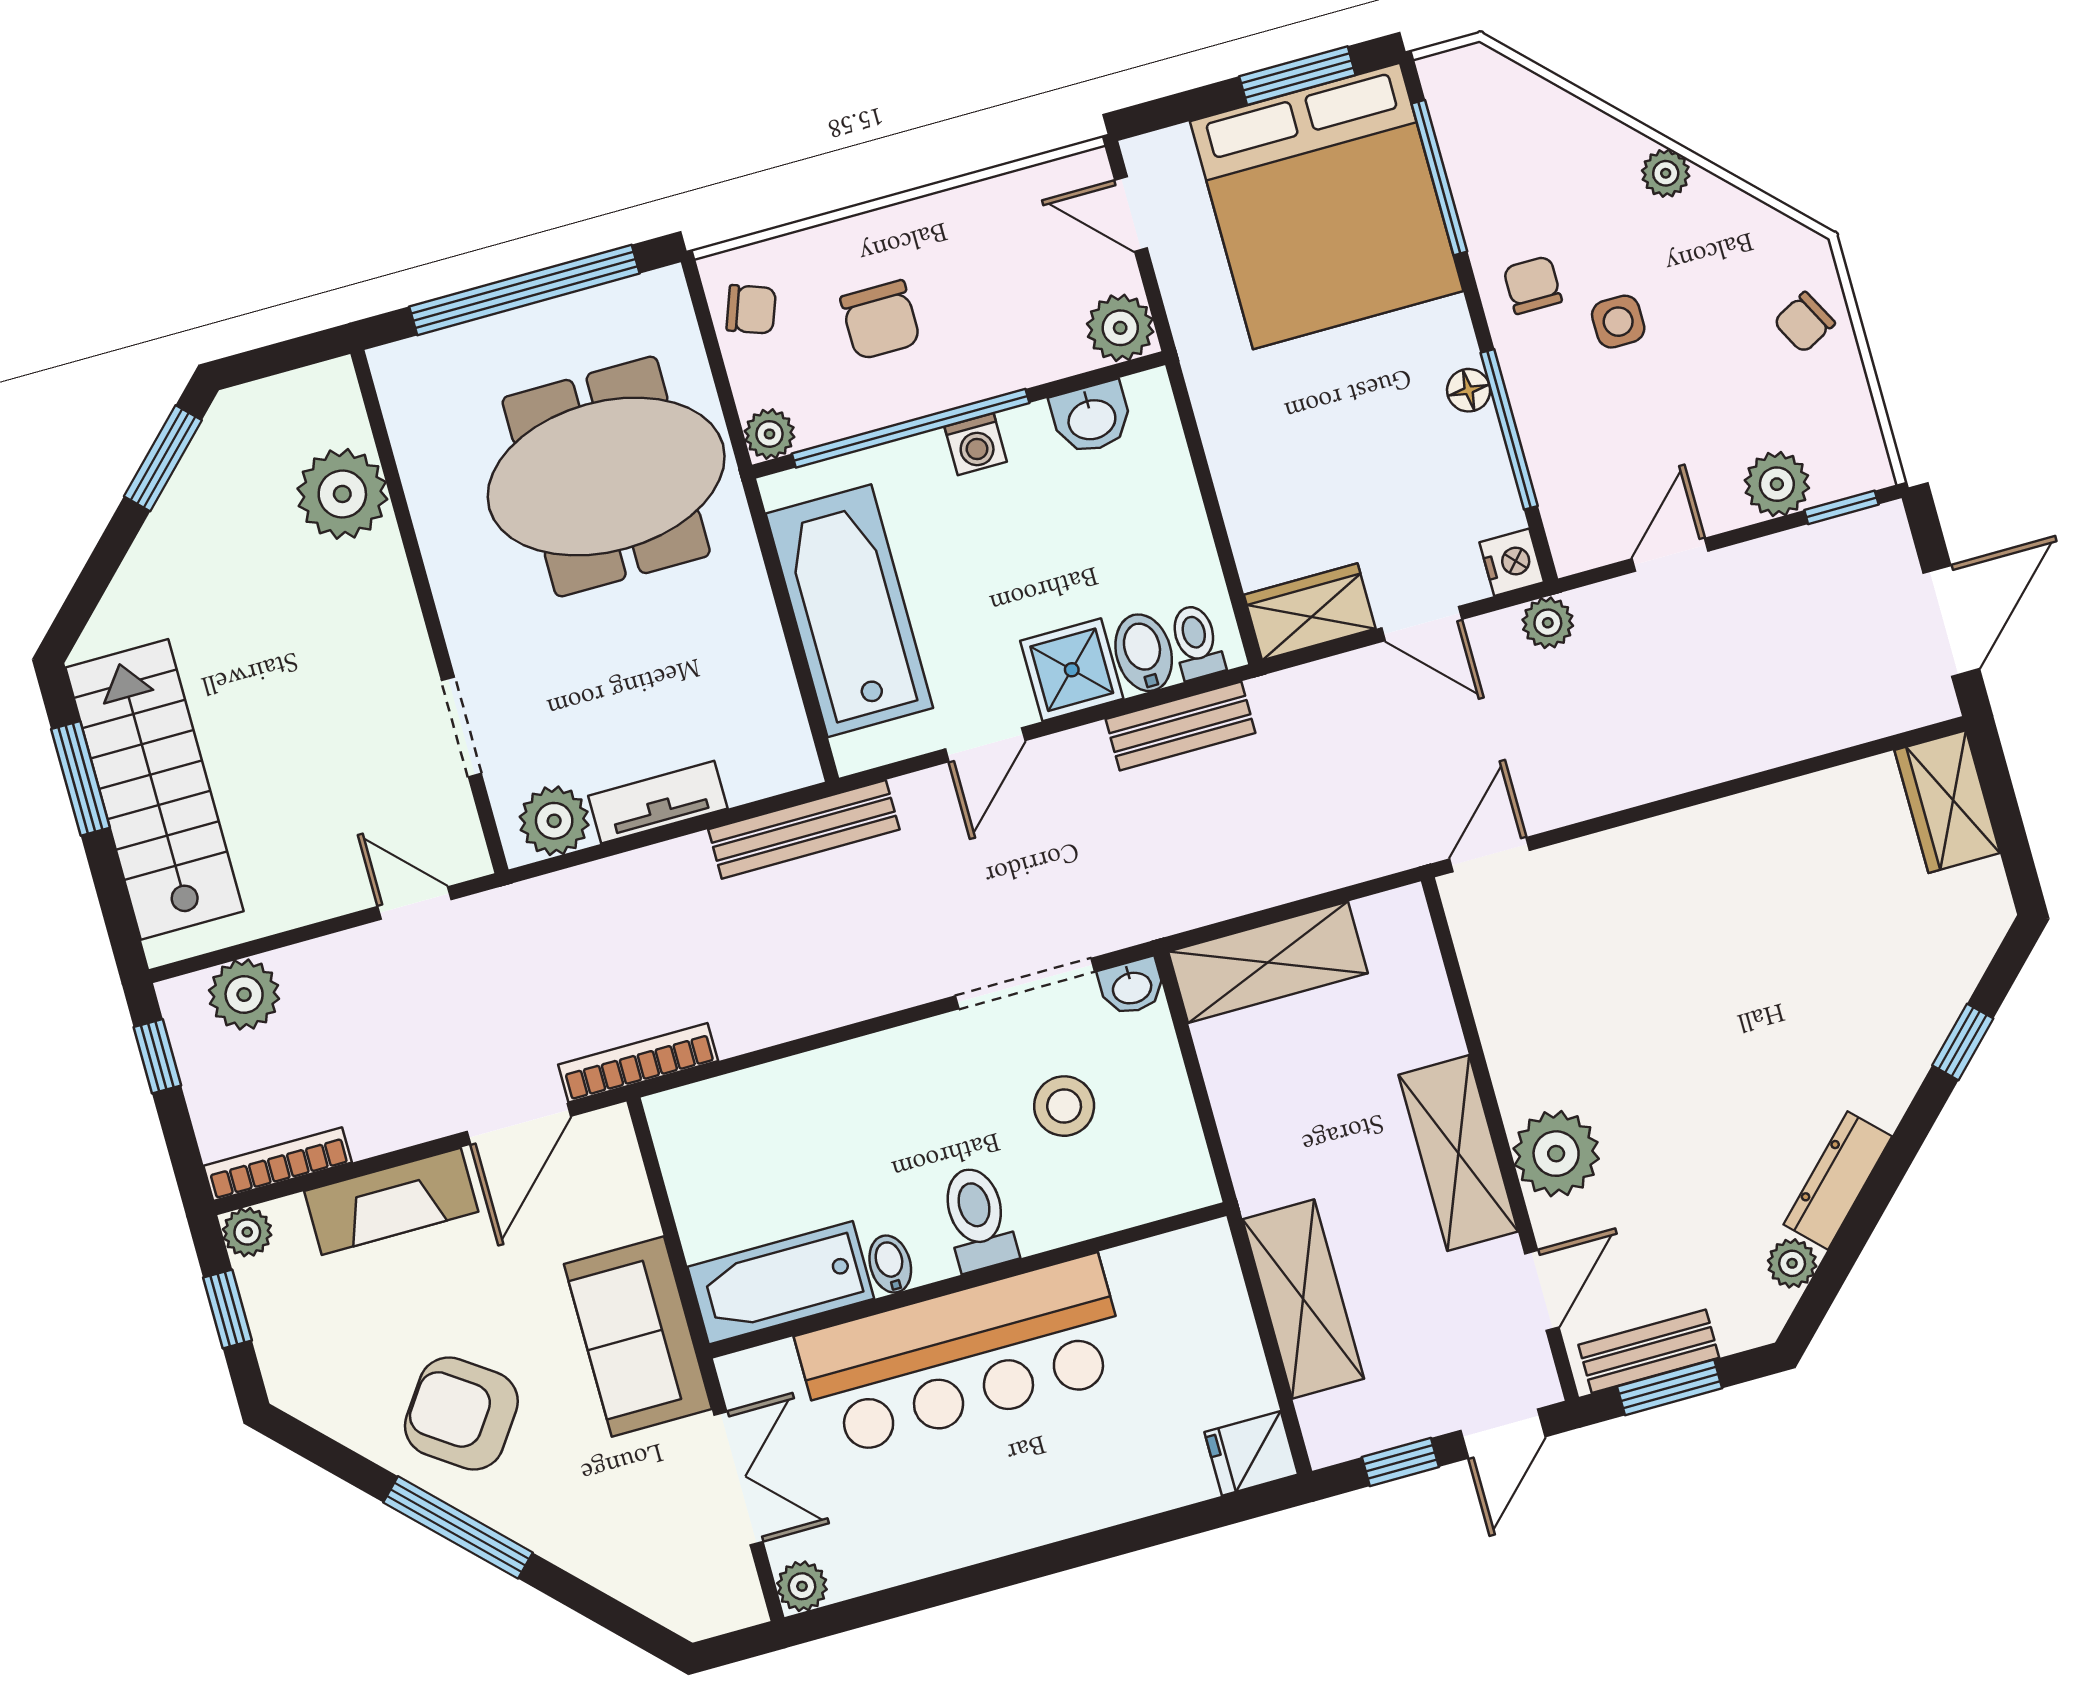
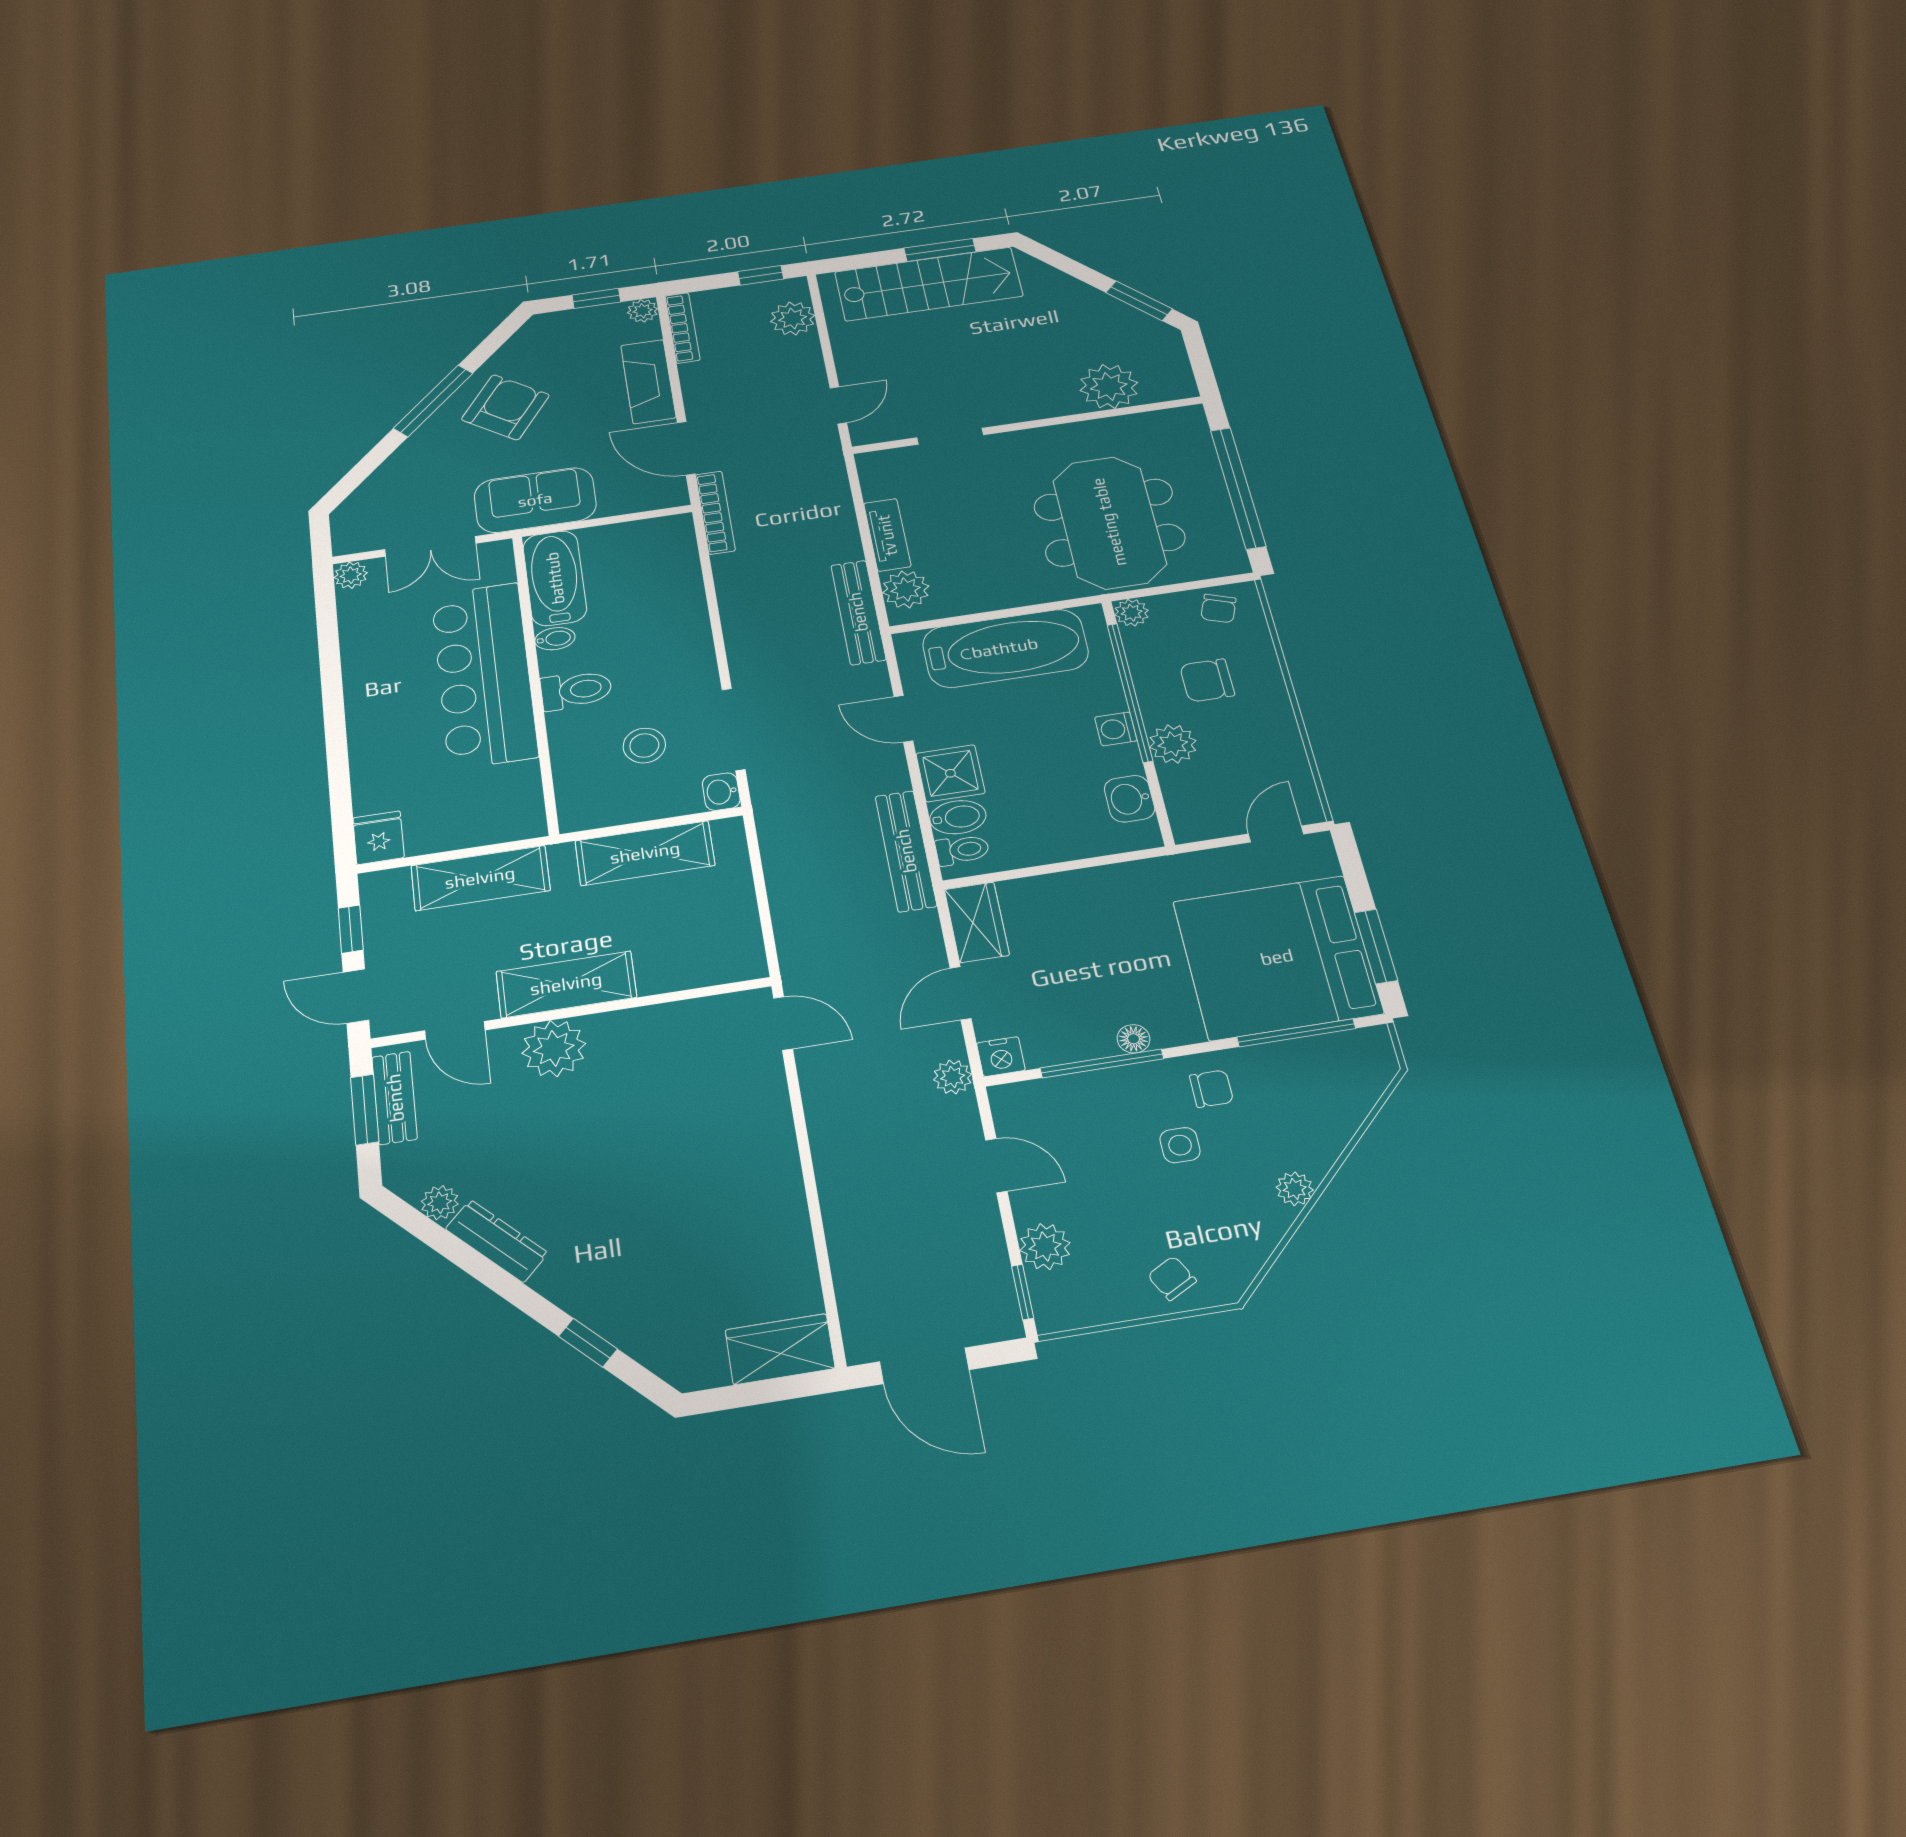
plant: (1120, 328) -> (1173, 744), moved
bench: (1181, 726) -> (906, 851), width x1.36
plant: (554, 821) -> (906, 589), moved
shelving: (1268, 962) -> (645, 853), moved, turned 90

